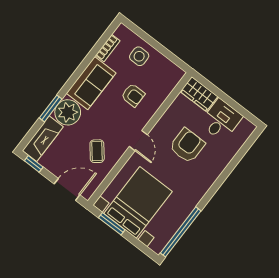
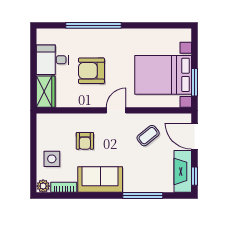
armchair: (133, 95) -> (85, 141), turned 180
window: (51, 108) -> (143, 196), width x1.44
plant: (68, 112) -> (43, 186), moved, width x0.53, depth x0.53
fireplace: (43, 139) -> (183, 171), moved, turned -90
window: (181, 232) -> (93, 25), moved

